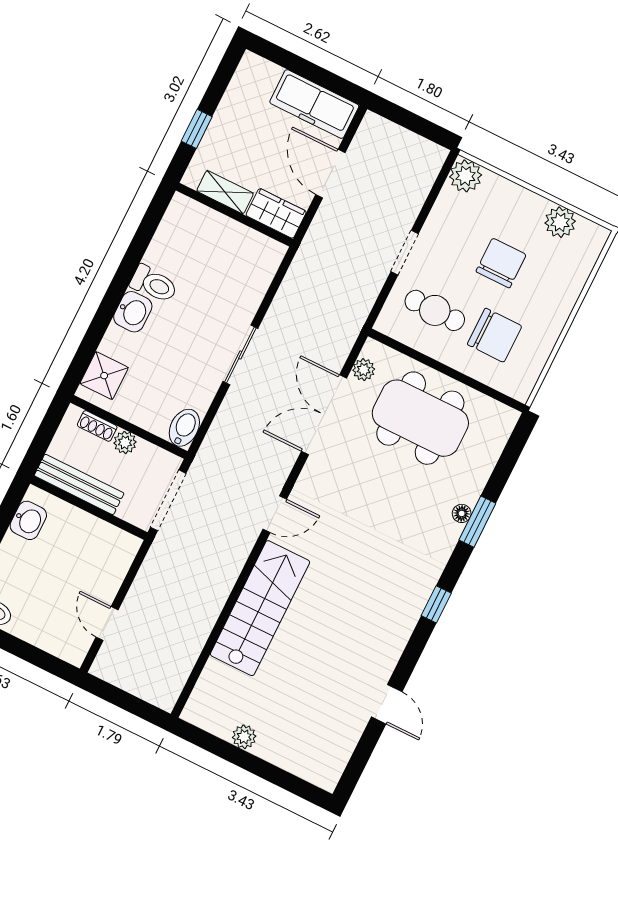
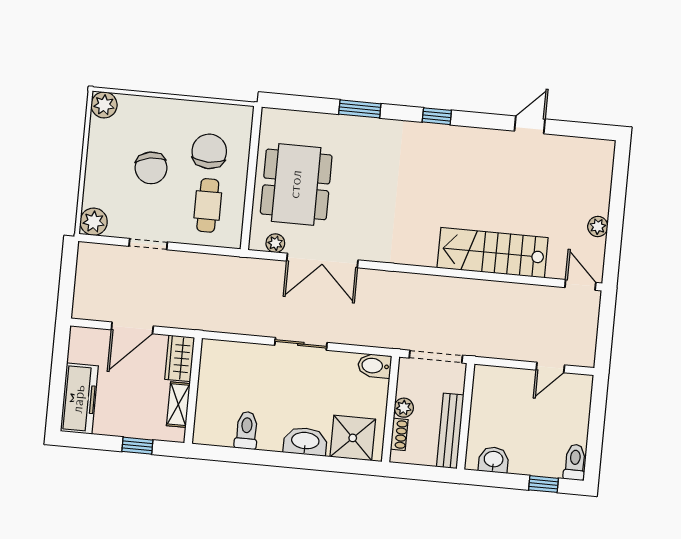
freezer: (314, 104) -> (79, 399), moved
plant: (560, 222) -> (104, 105), moved
doorway: (405, 253) -> (148, 244), moved
chair: (501, 263) -> (151, 168), turned -100
toilet: (154, 284) -> (246, 430), moved
washbasin: (133, 312) -> (305, 441), width x1.38
shower: (104, 376) -> (353, 438), width x1.36, depth x1.36
floor lamp: (462, 513) -> (358, 124), removed
door: (275, 514) -> (580, 285), moved

